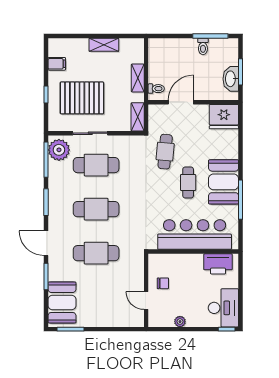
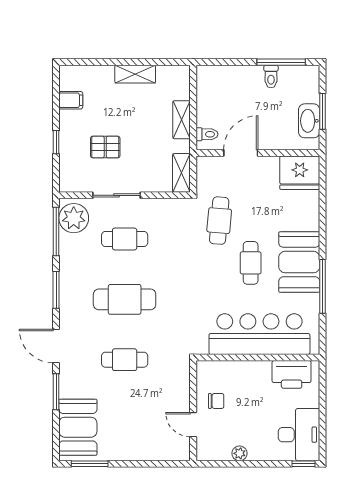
pallet: (82, 98) -> (105, 147), width x0.49, depth x0.50
cafe table: (96, 165) -> (125, 239), width x0.73, depth x0.74
cafe table: (96, 253) -> (125, 360), width x0.73, depth x0.74

